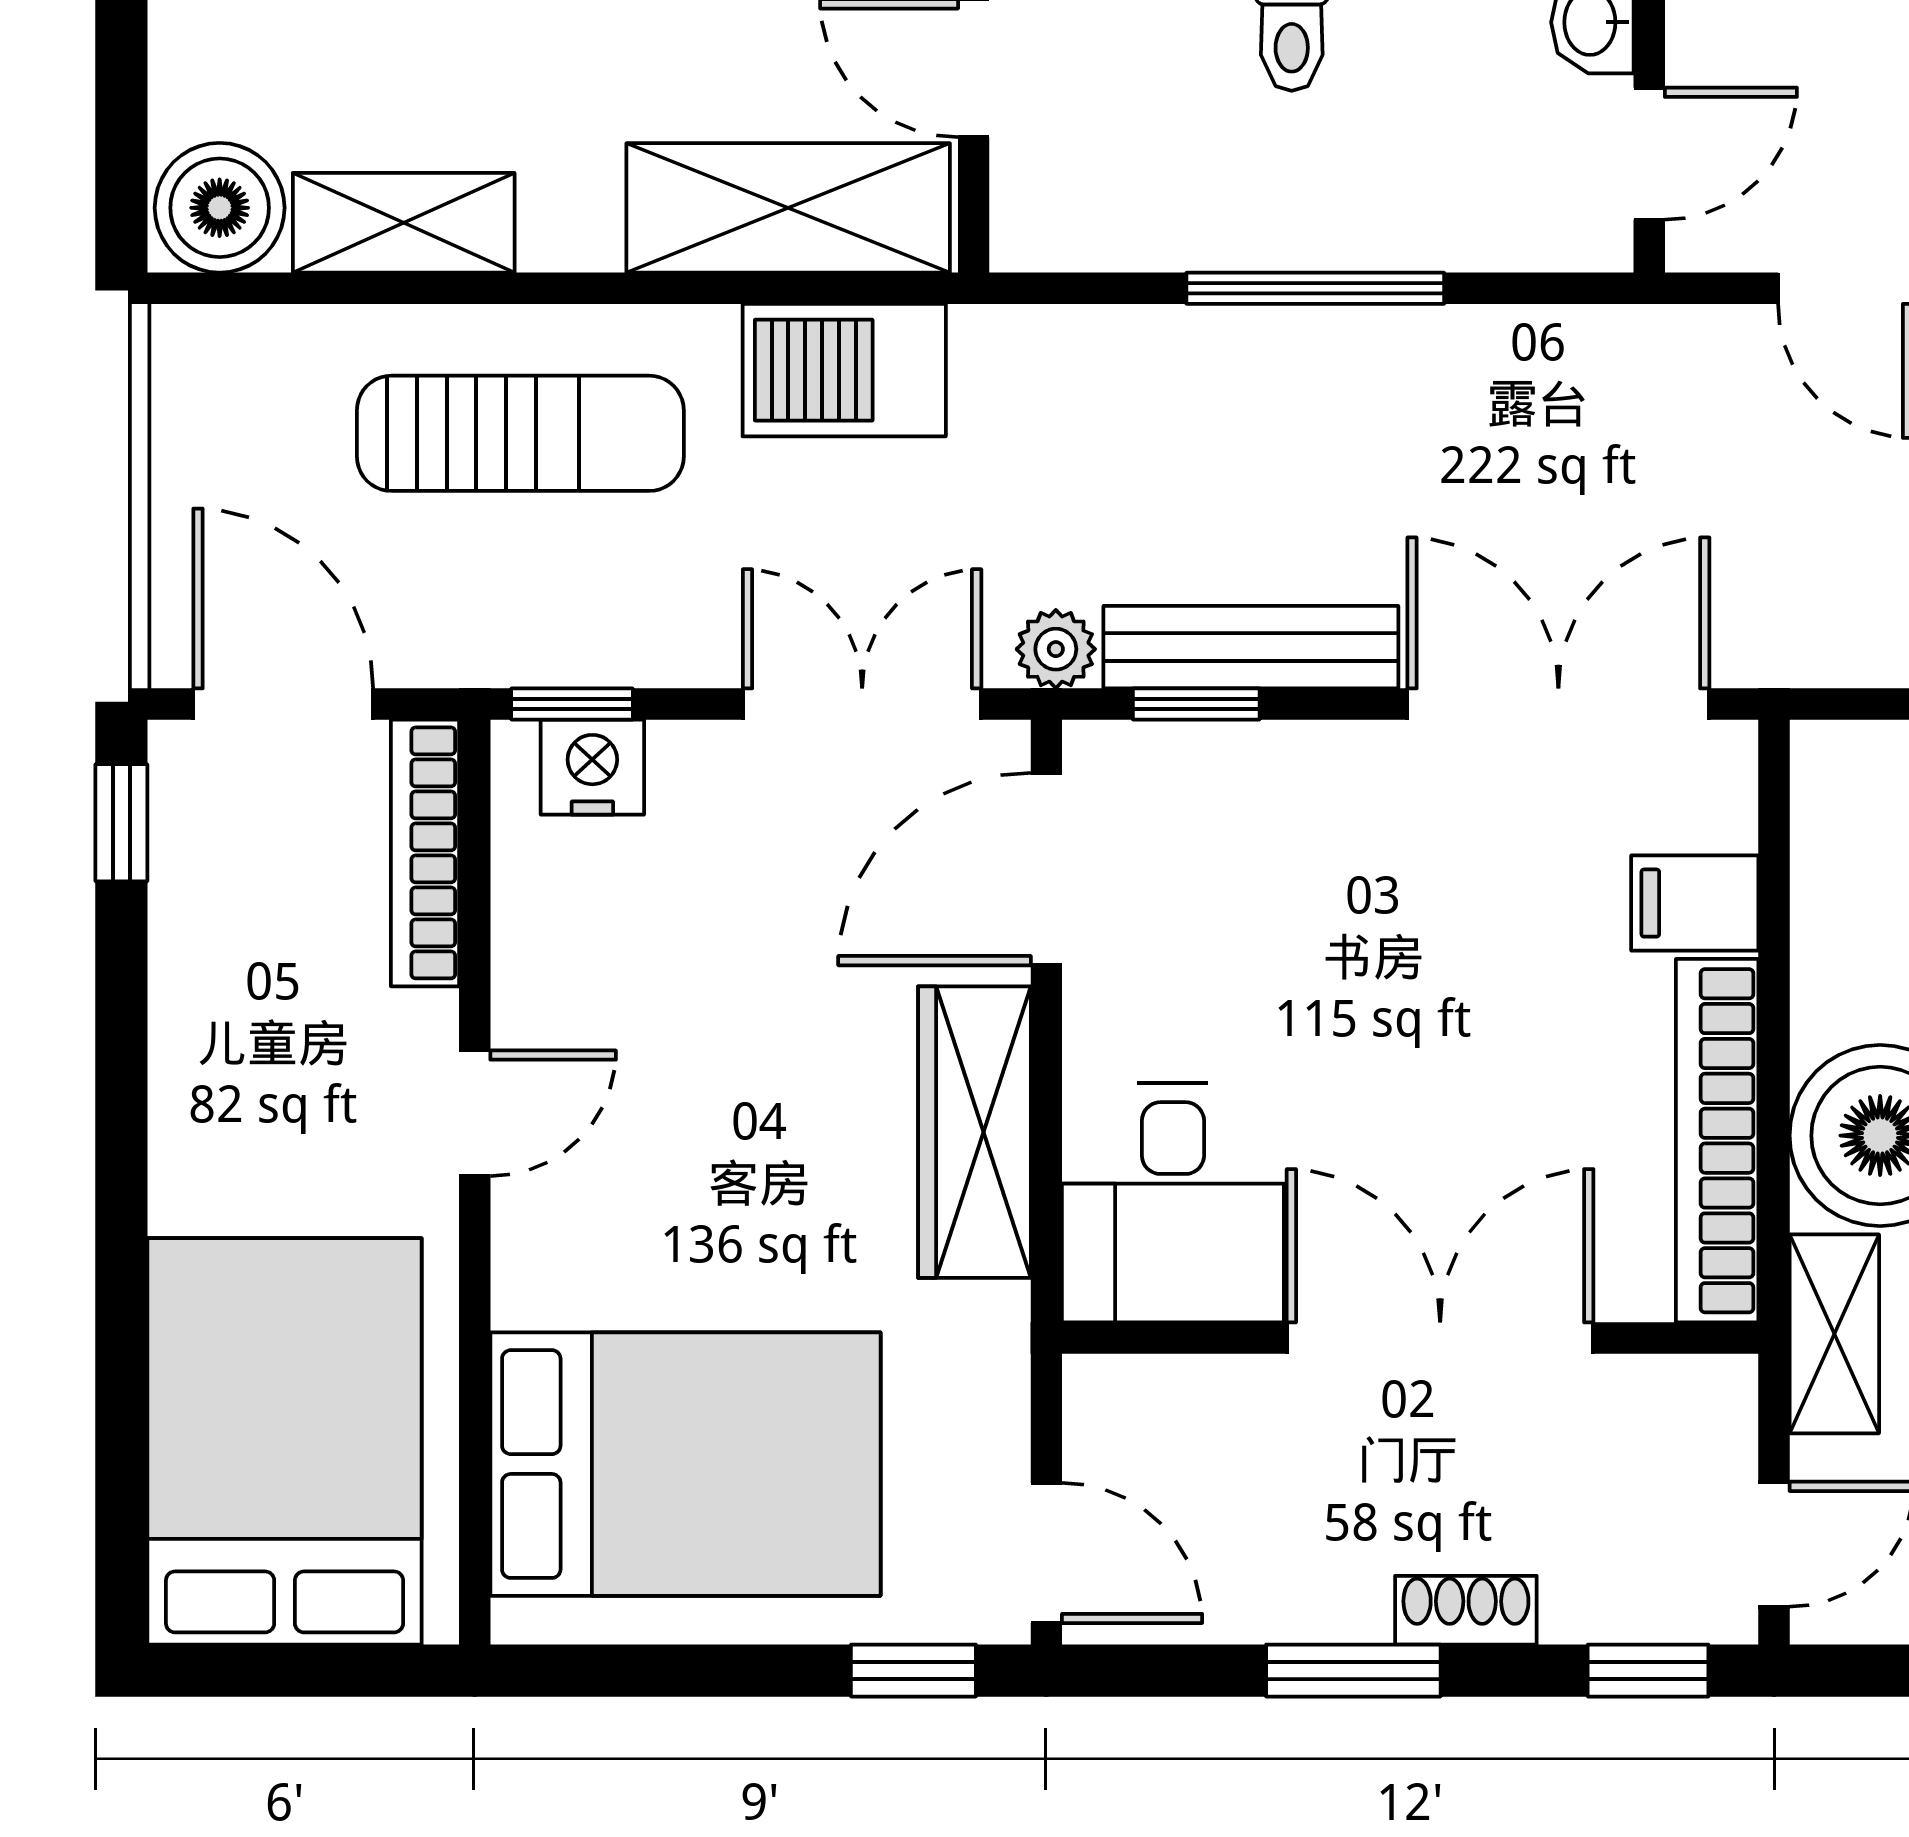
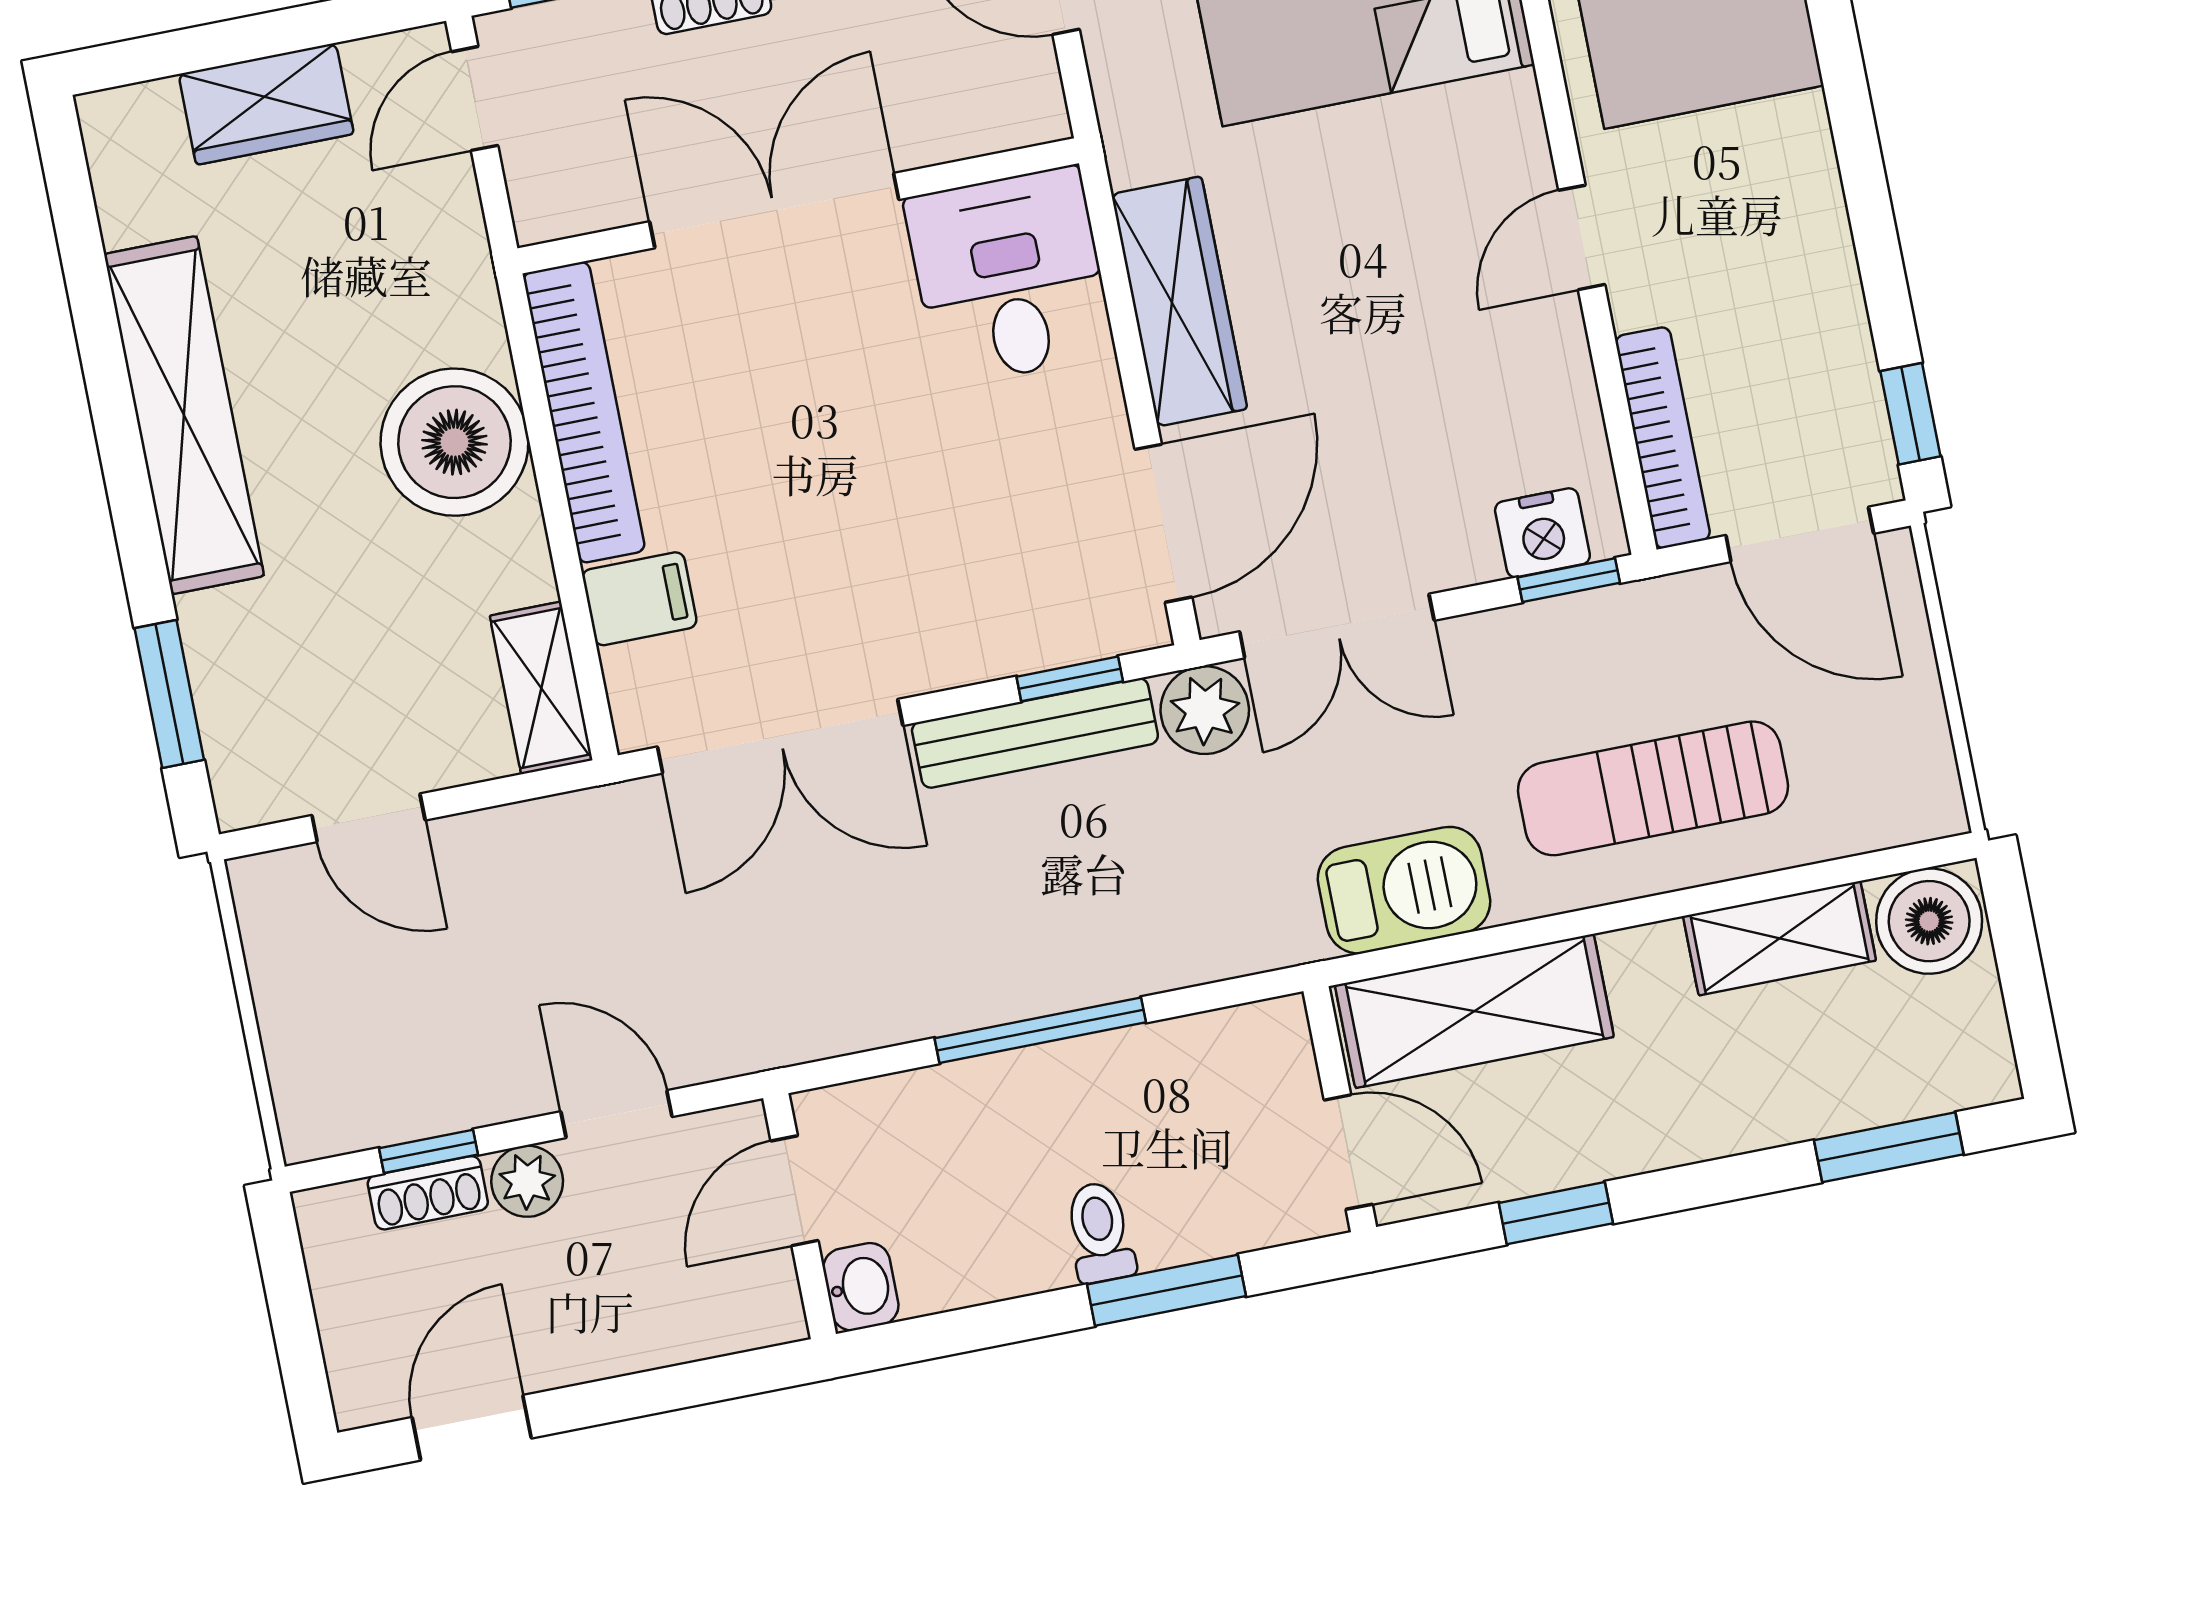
plant: (1056, 649) -> (1205, 710), width x1.38, depth x1.38
shelving: (1834, 1334) -> (541, 688), moved
double door: (1440, 1338) -> (774, 211), swing flipped

